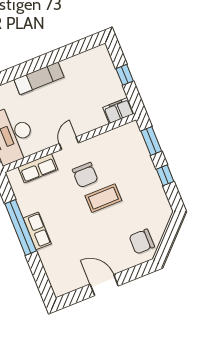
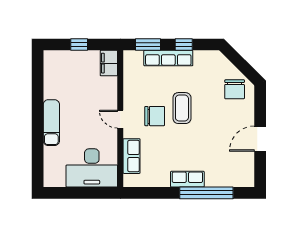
row of seats: (146, 166) -> (168, 58), added
window: (21, 227) -> (206, 193), moved

